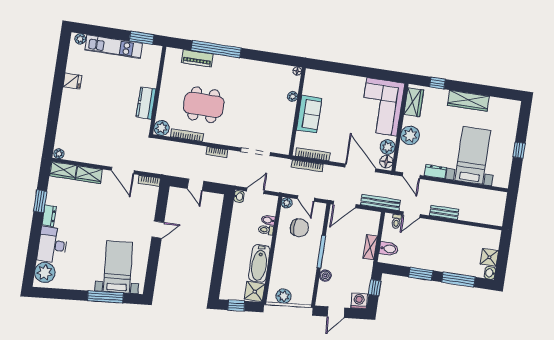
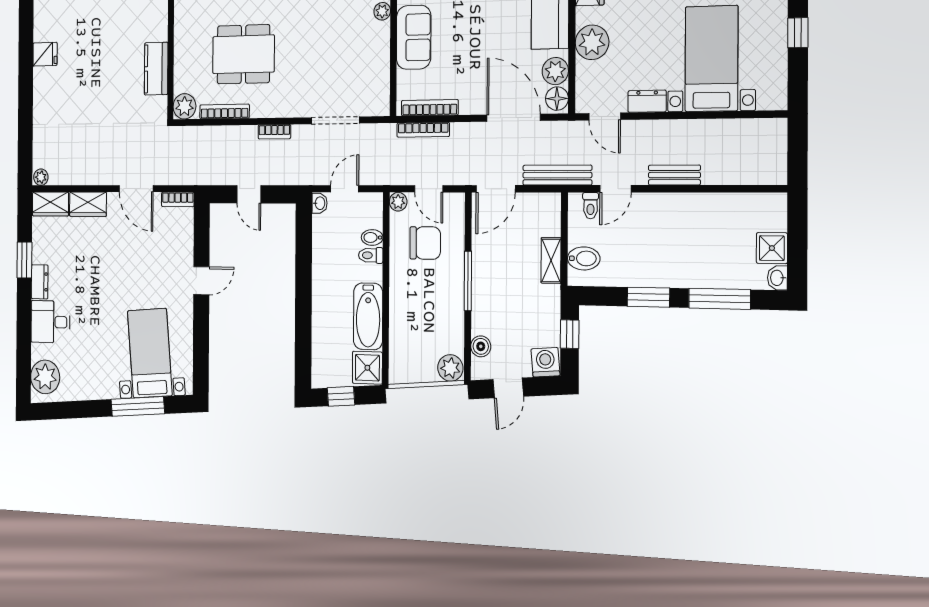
desk: (52, 245) -> (50, 322), width x0.73
boiler: (325, 276) -> (481, 346), moved
plant: (284, 296) -> (450, 368), moved

